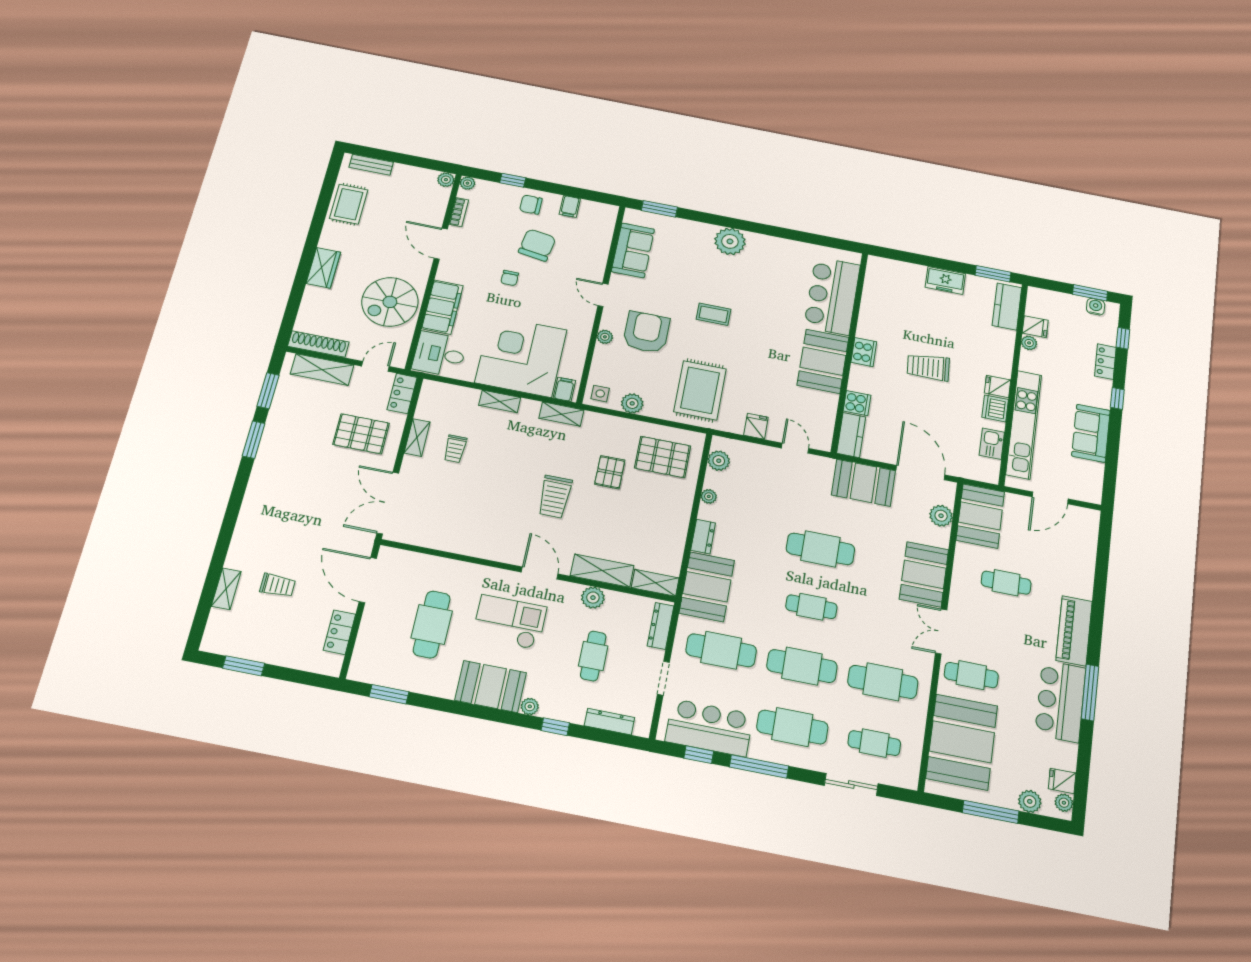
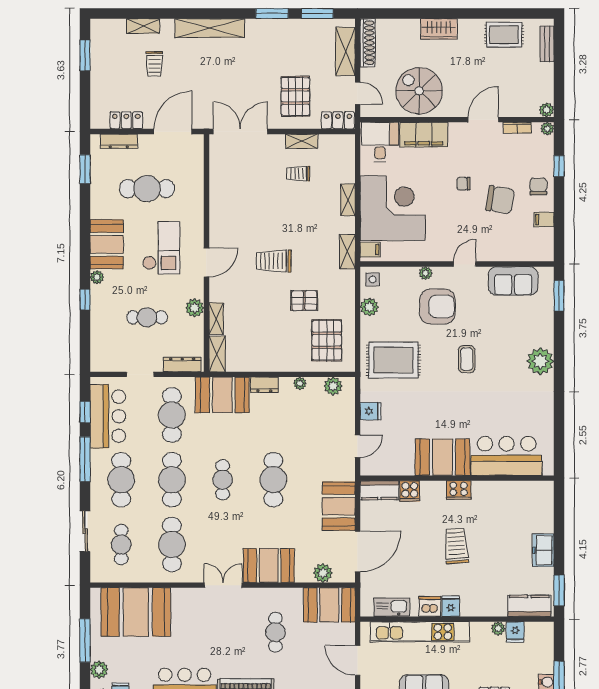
kitchen sink: (992, 444) -> (392, 607), width x1.38
shelving: (251, 513) -> (210, 28), added
shelving: (602, 571) -> (216, 319), width x0.67, depth x0.75
cafe table: (971, 675) -> (192, 613), removed
dresser: (609, 722) -> (119, 141), moved, turned 90

